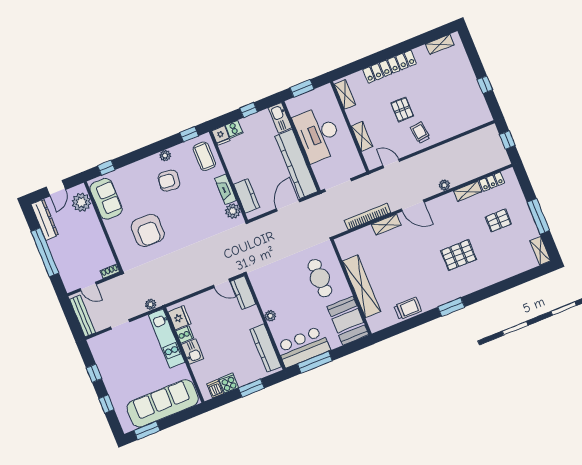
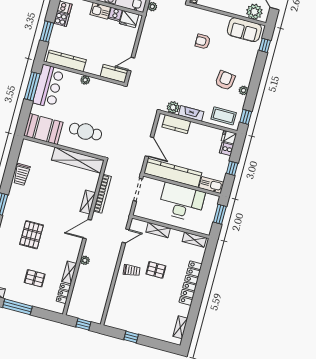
pallet: (498, 220) -> (35, 278), turned 90
armchair: (148, 230) -> (203, 41), width x0.53, depth x0.53
shelving: (362, 286) -> (78, 160), moved

